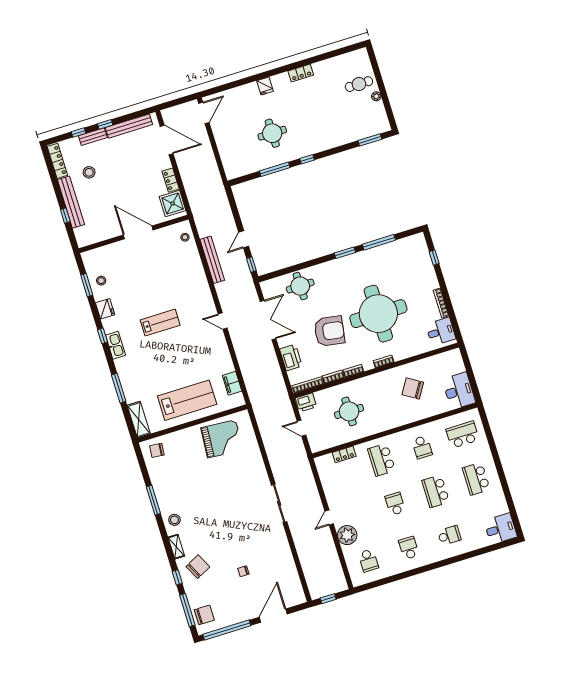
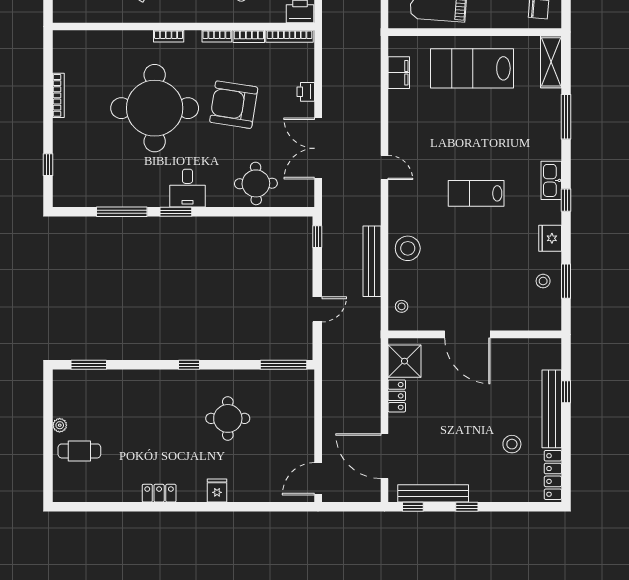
window: (78, 133) -> (413, 507), moved
bench: (93, 137) -> (490, 494), removed
window: (275, 169) -> (284, 365), moved
door: (244, 239) -> (317, 309), moved
stool: (192, 275) -> (408, 248), added
desk: (441, 332) -> (187, 188), moved, turned -90
printer: (291, 358) -> (306, 92), width x0.53, depth x0.68

